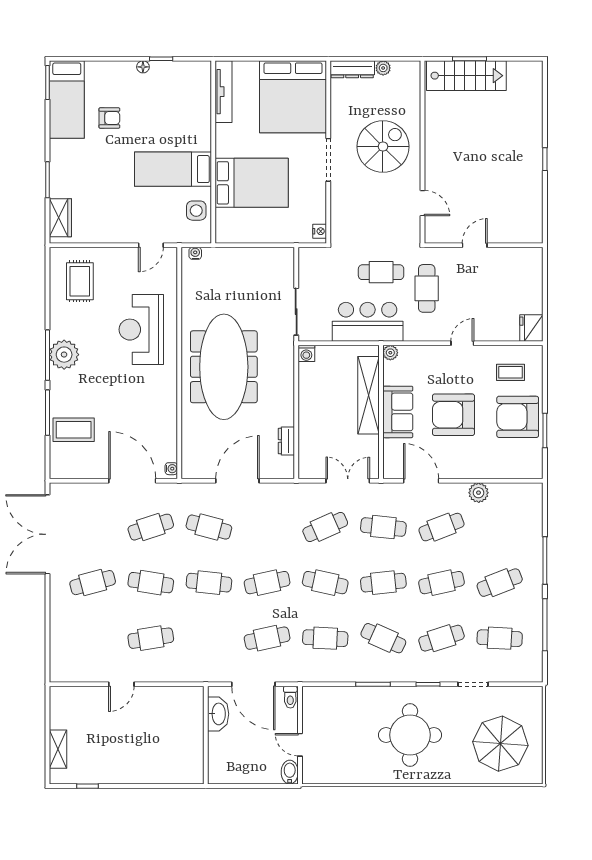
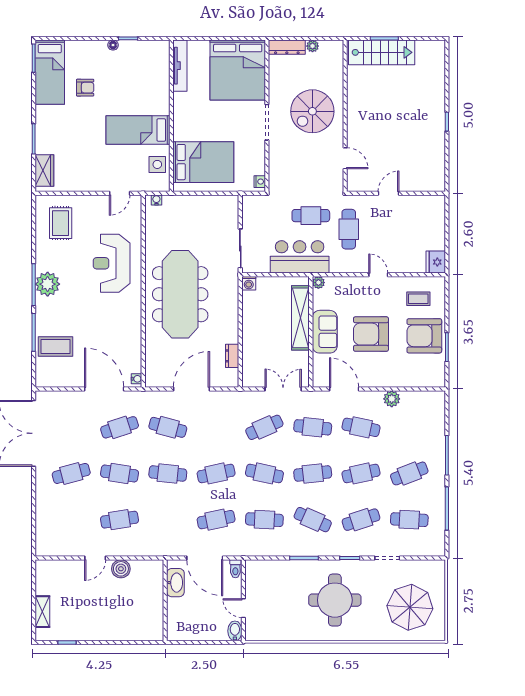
spiral stairs: (383, 147) -> (312, 111), turned 180
bed: (252, 183) -> (203, 162), moved
door: (462, 343) -> (378, 275), hinge flipped
cafe table: (441, 527) -> (361, 427), turned 33
boiler: (152, 697) -> (121, 569), added

